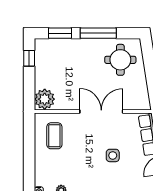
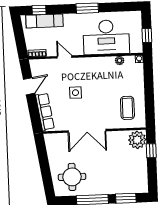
window: (29, 58) -> (151, 151), moved

